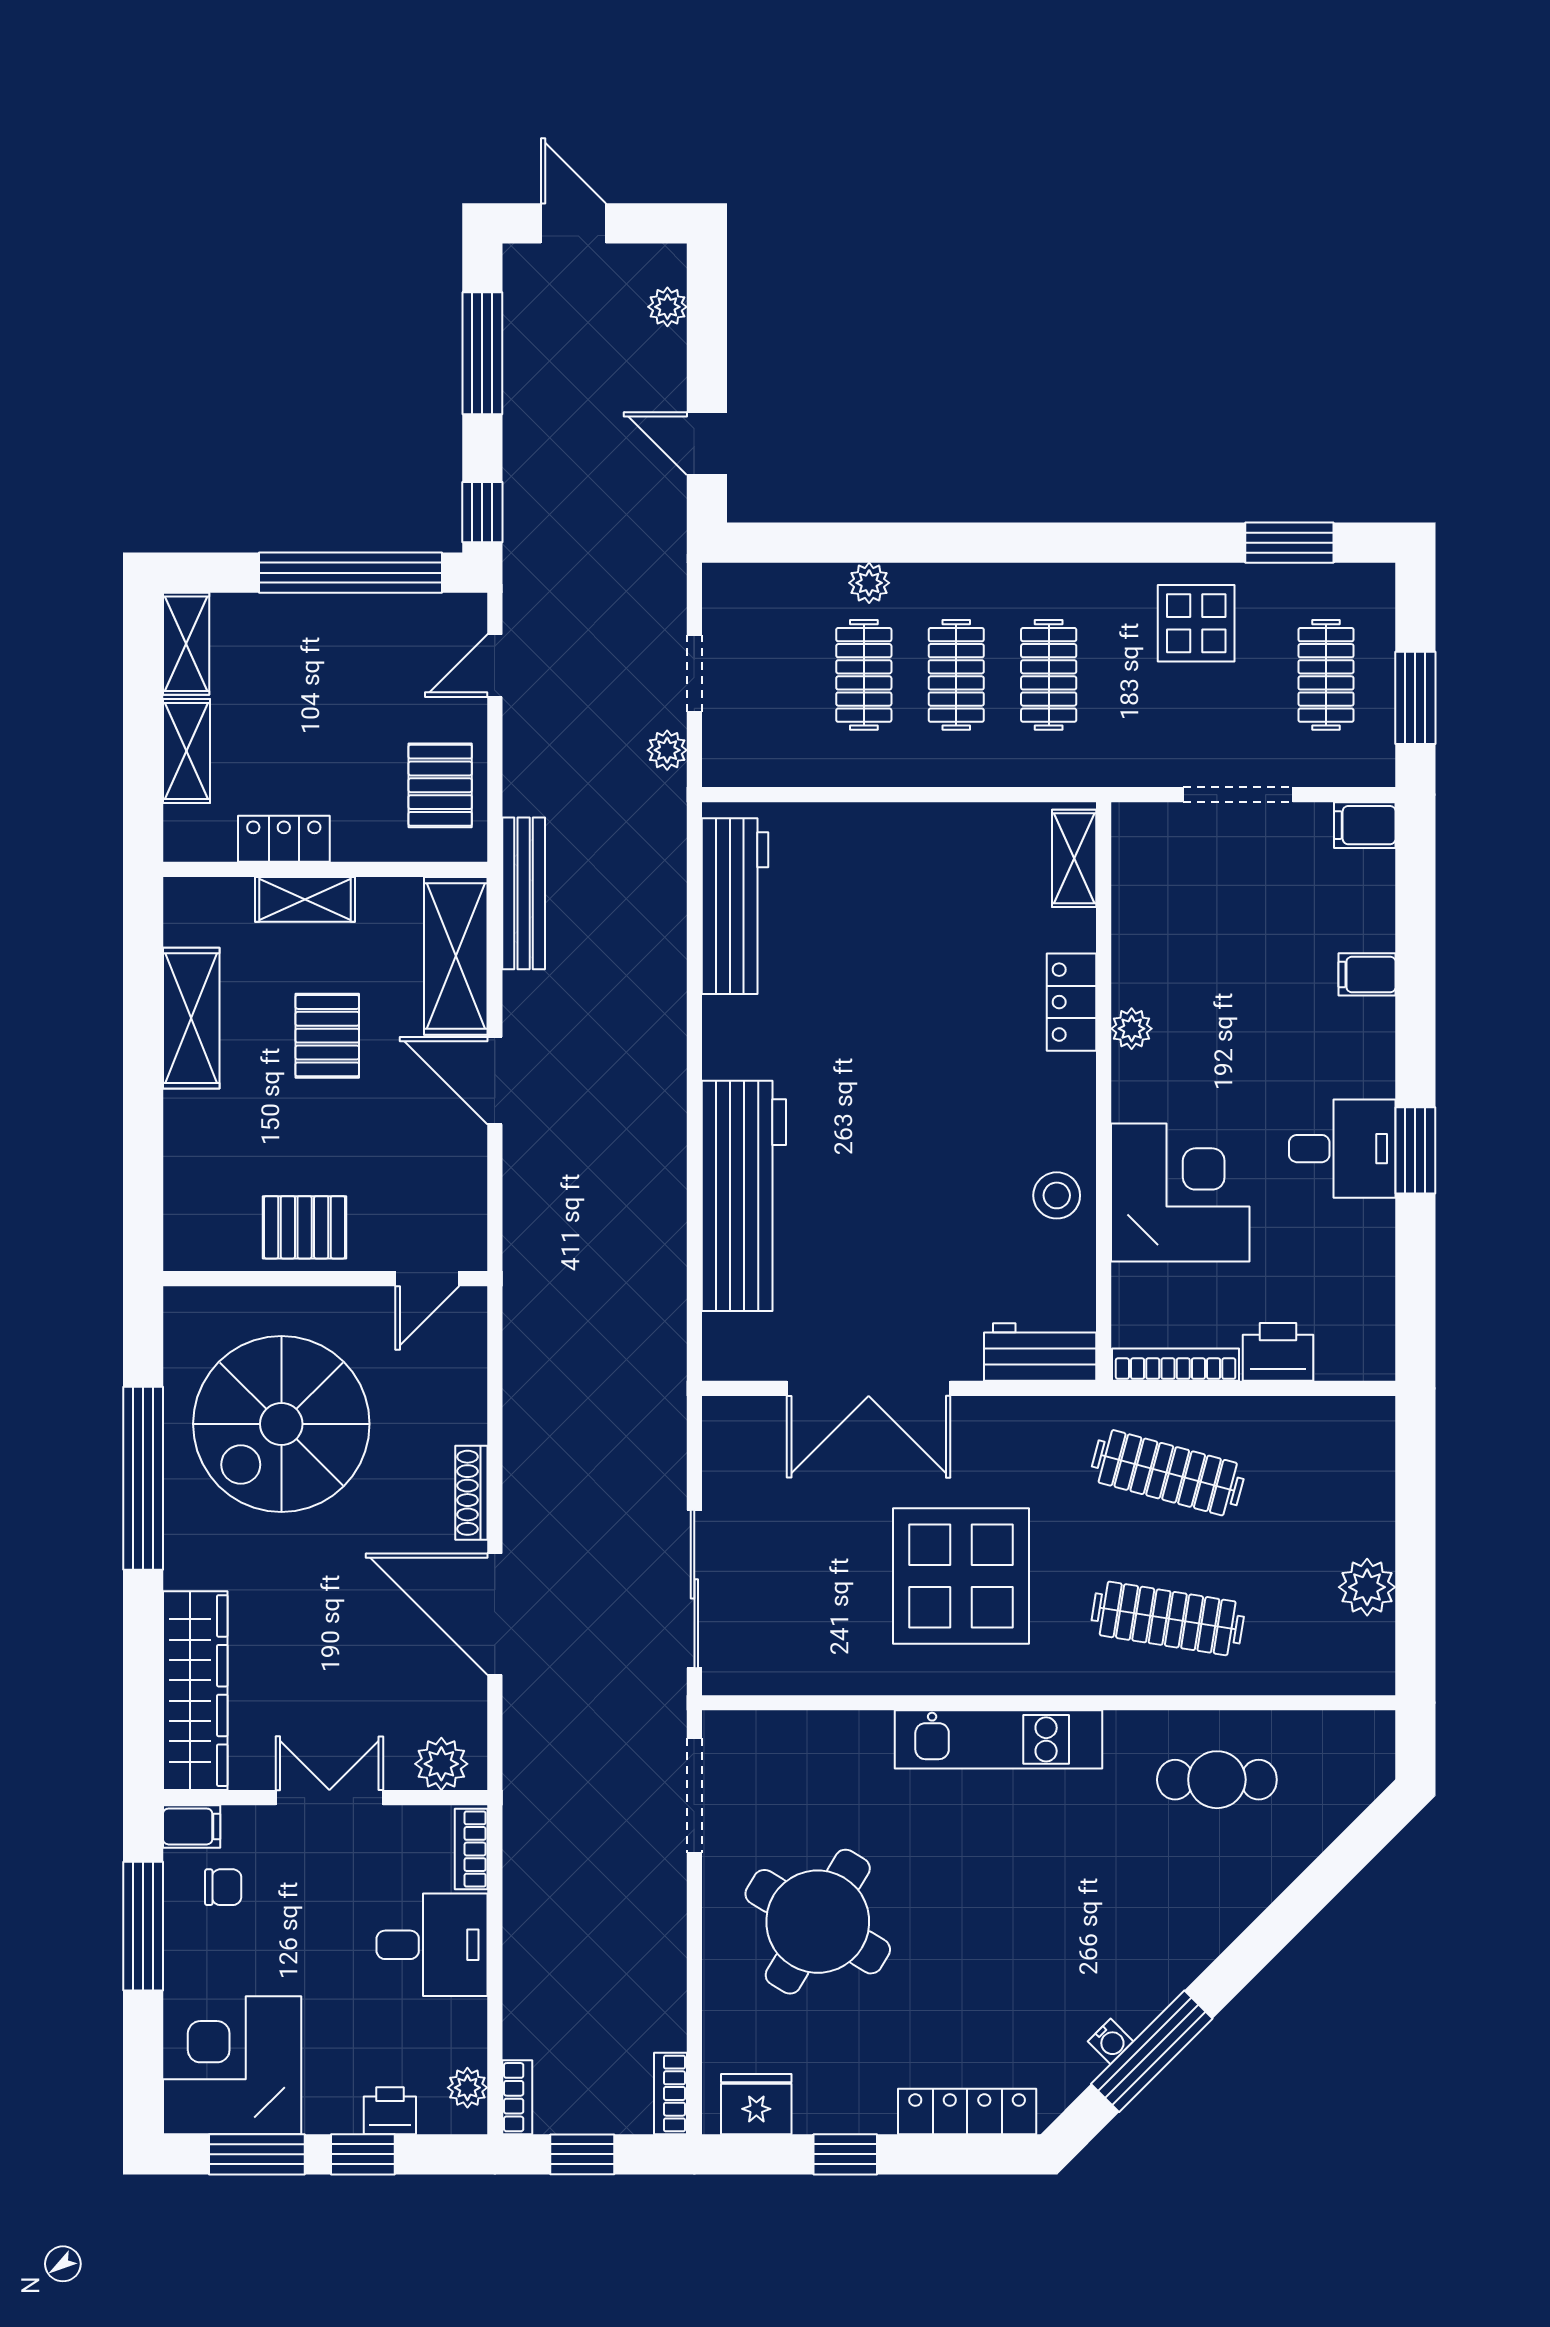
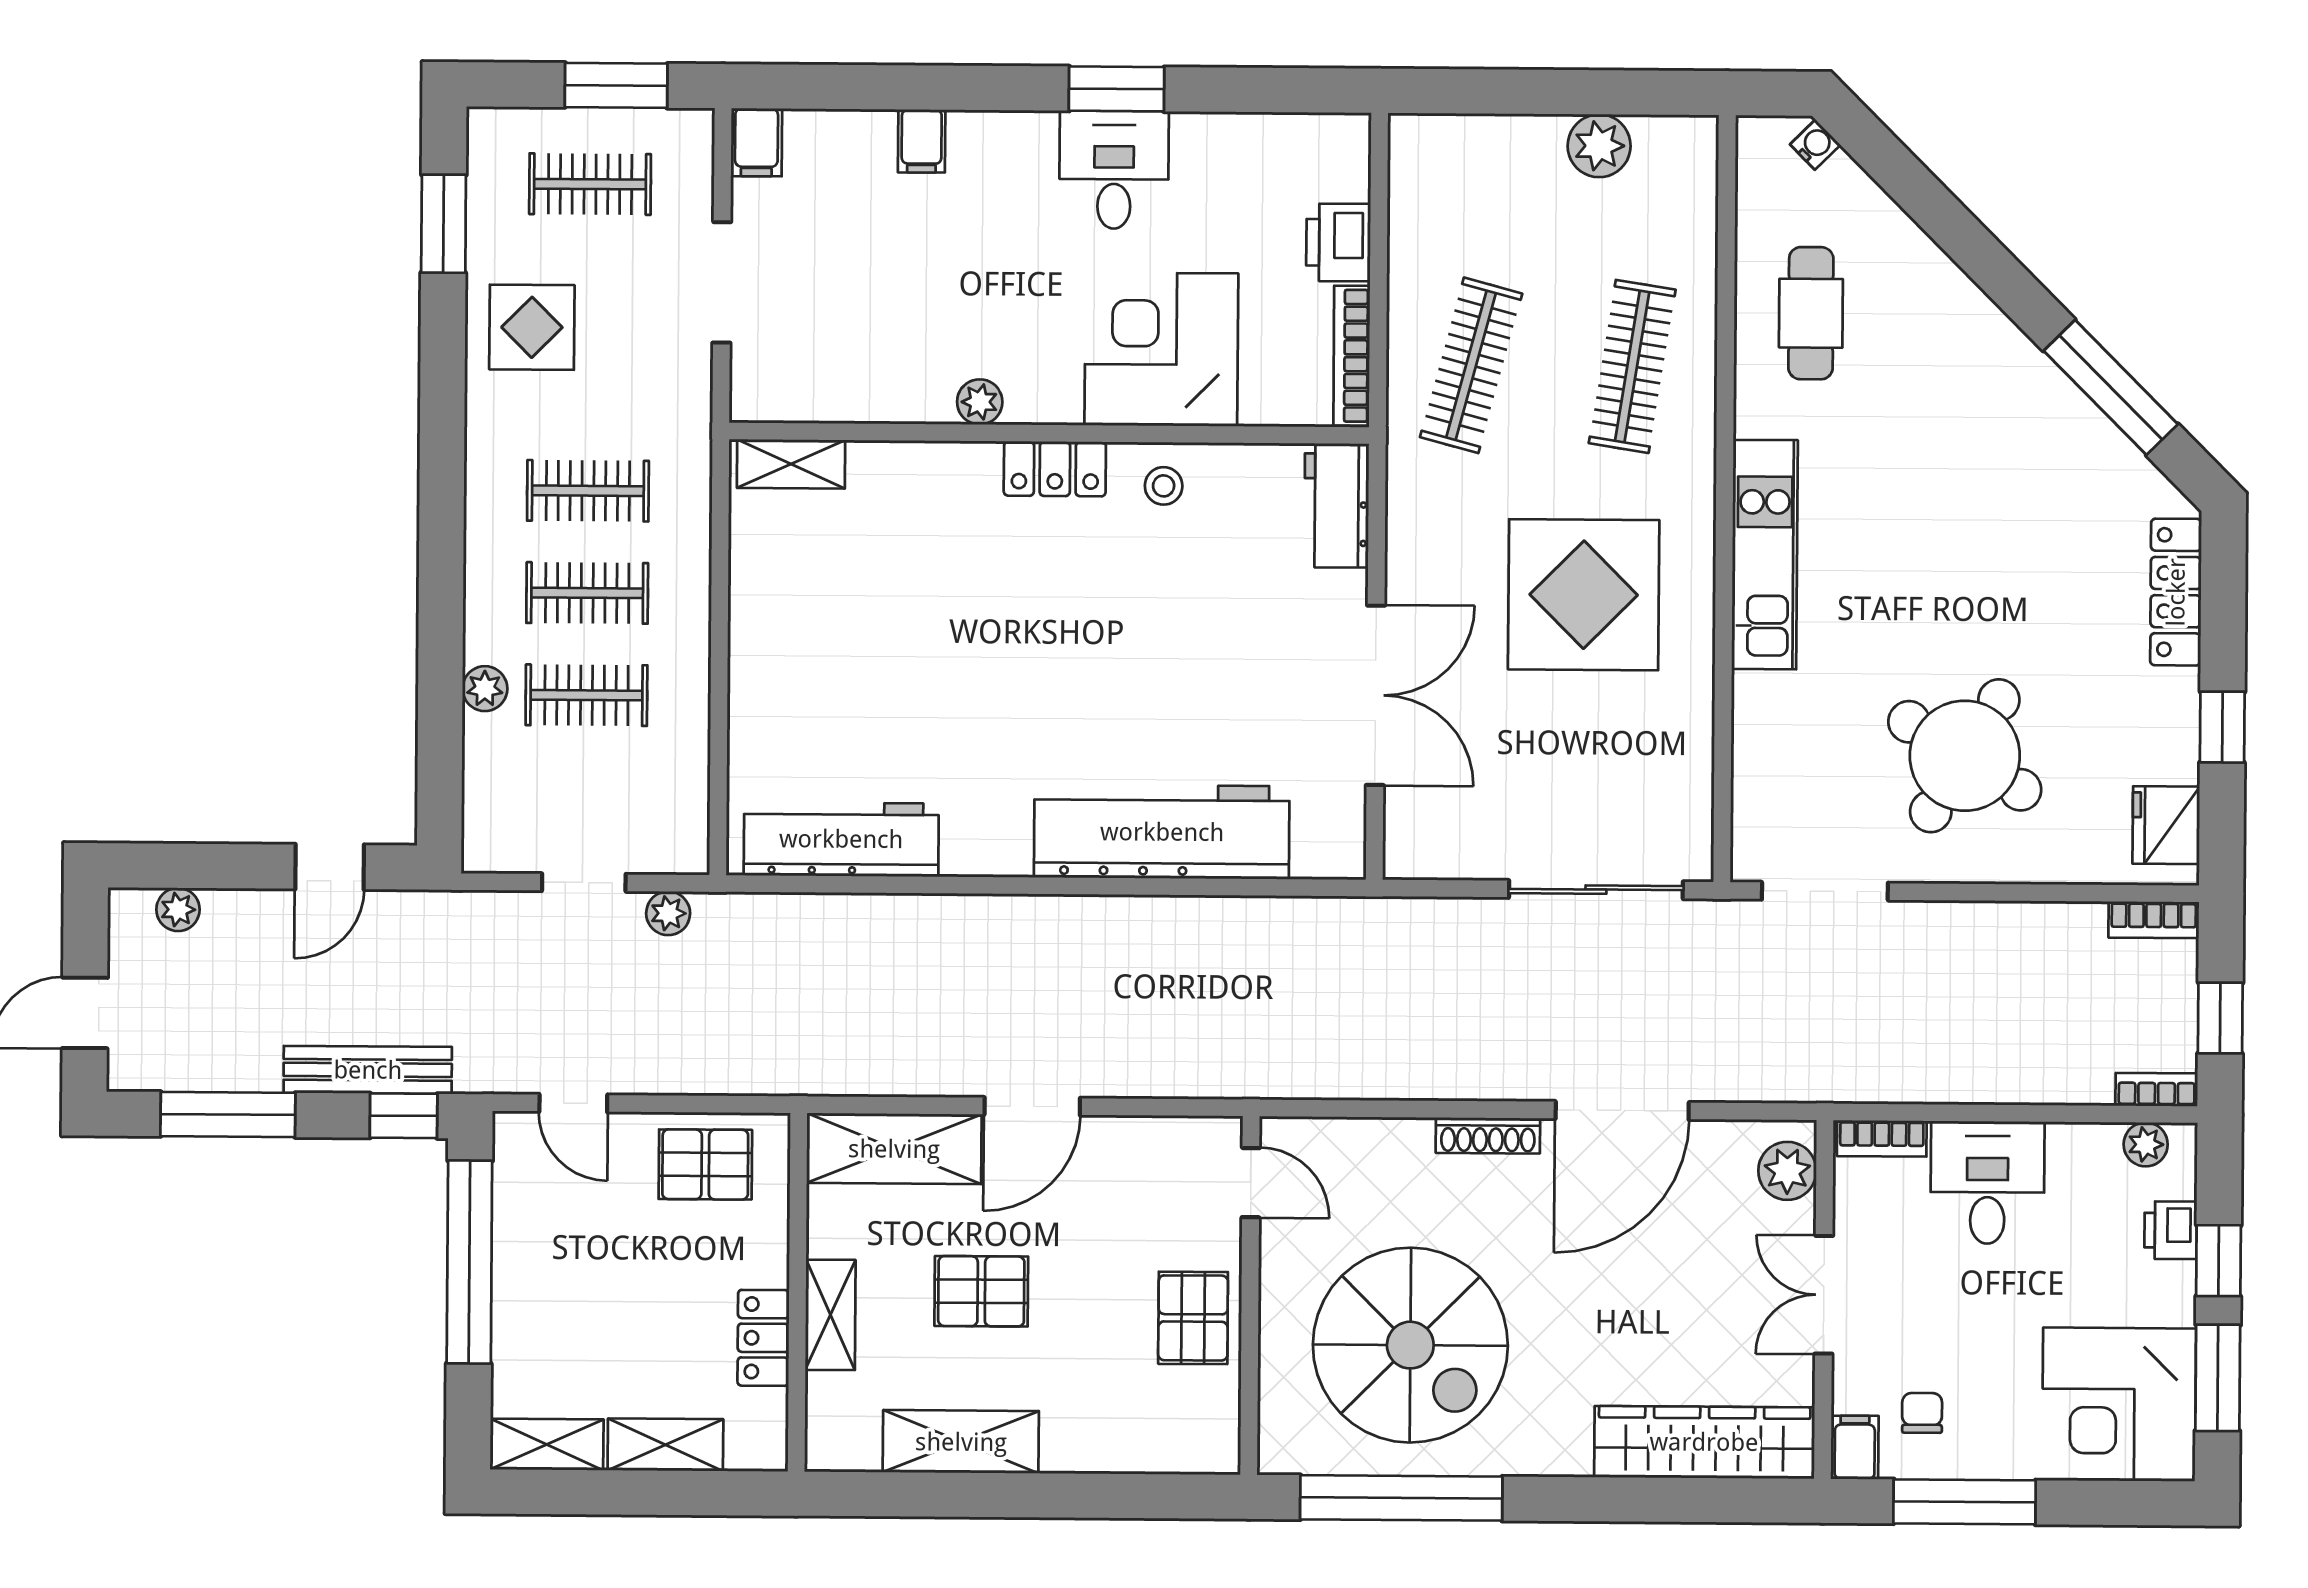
bench: (524, 893) -> (368, 1070), moved
locker: (1071, 1002) -> (1055, 469), moved
stool: (1057, 1195) -> (1164, 486), width x0.73, depth x0.73
window: (143, 1478) -> (1401, 1498), moved
water cooler: (1111, 2041) -> (1815, 145), moved

